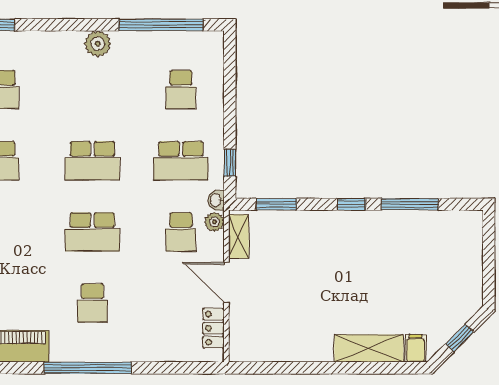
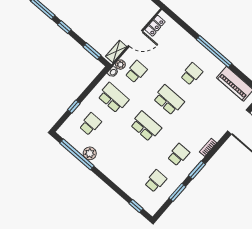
plant: (98, 44) -> (90, 153), moved
window: (230, 163) -> (74, 107), moved
door: (226, 283) -> (136, 38), hinge flipped

